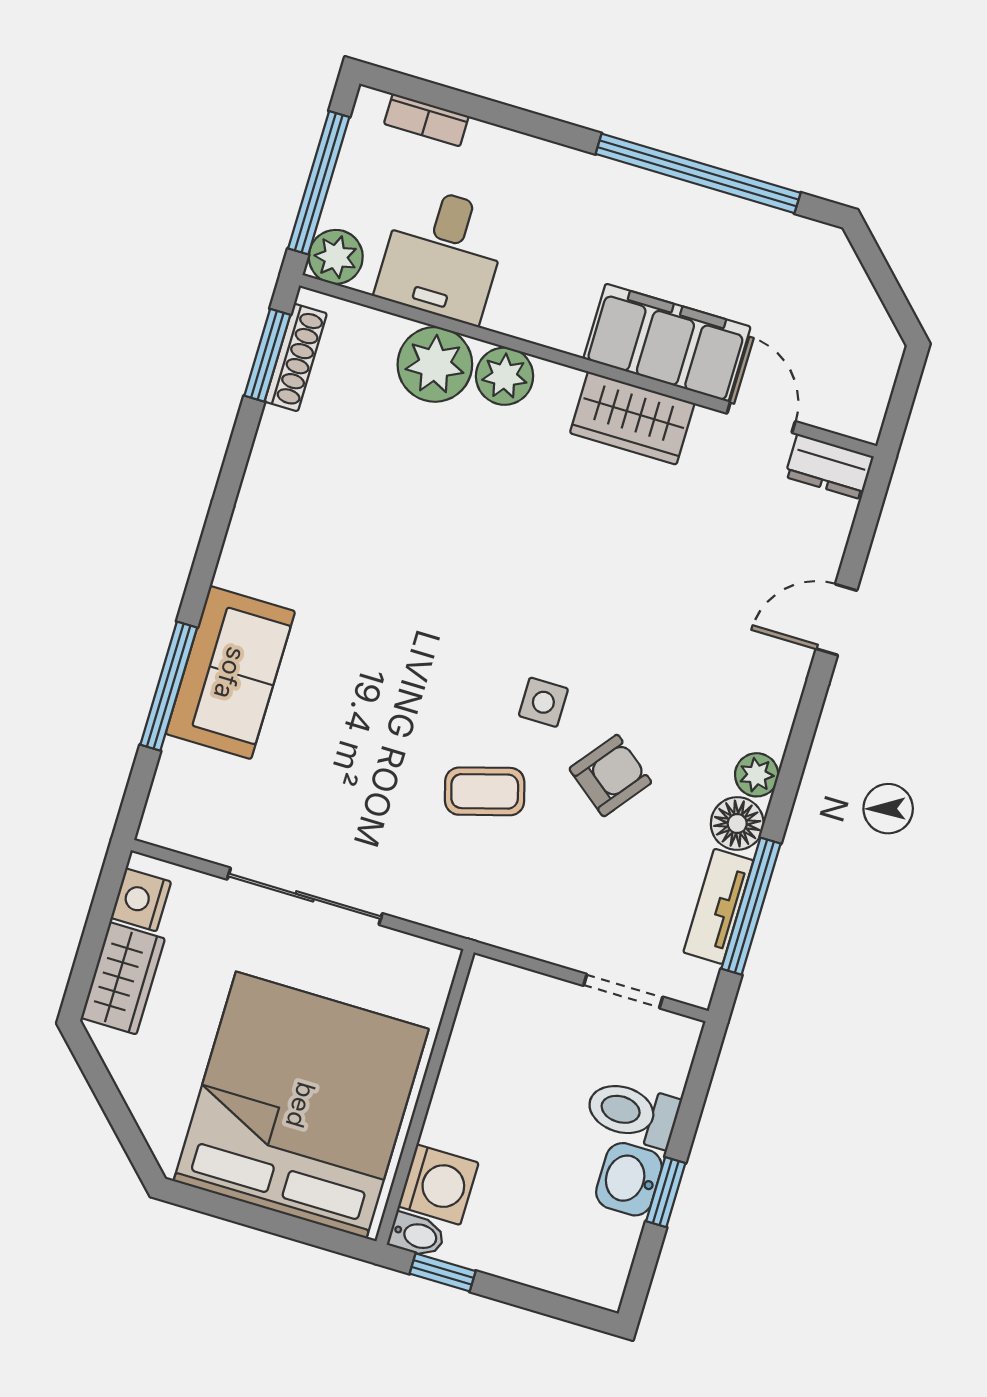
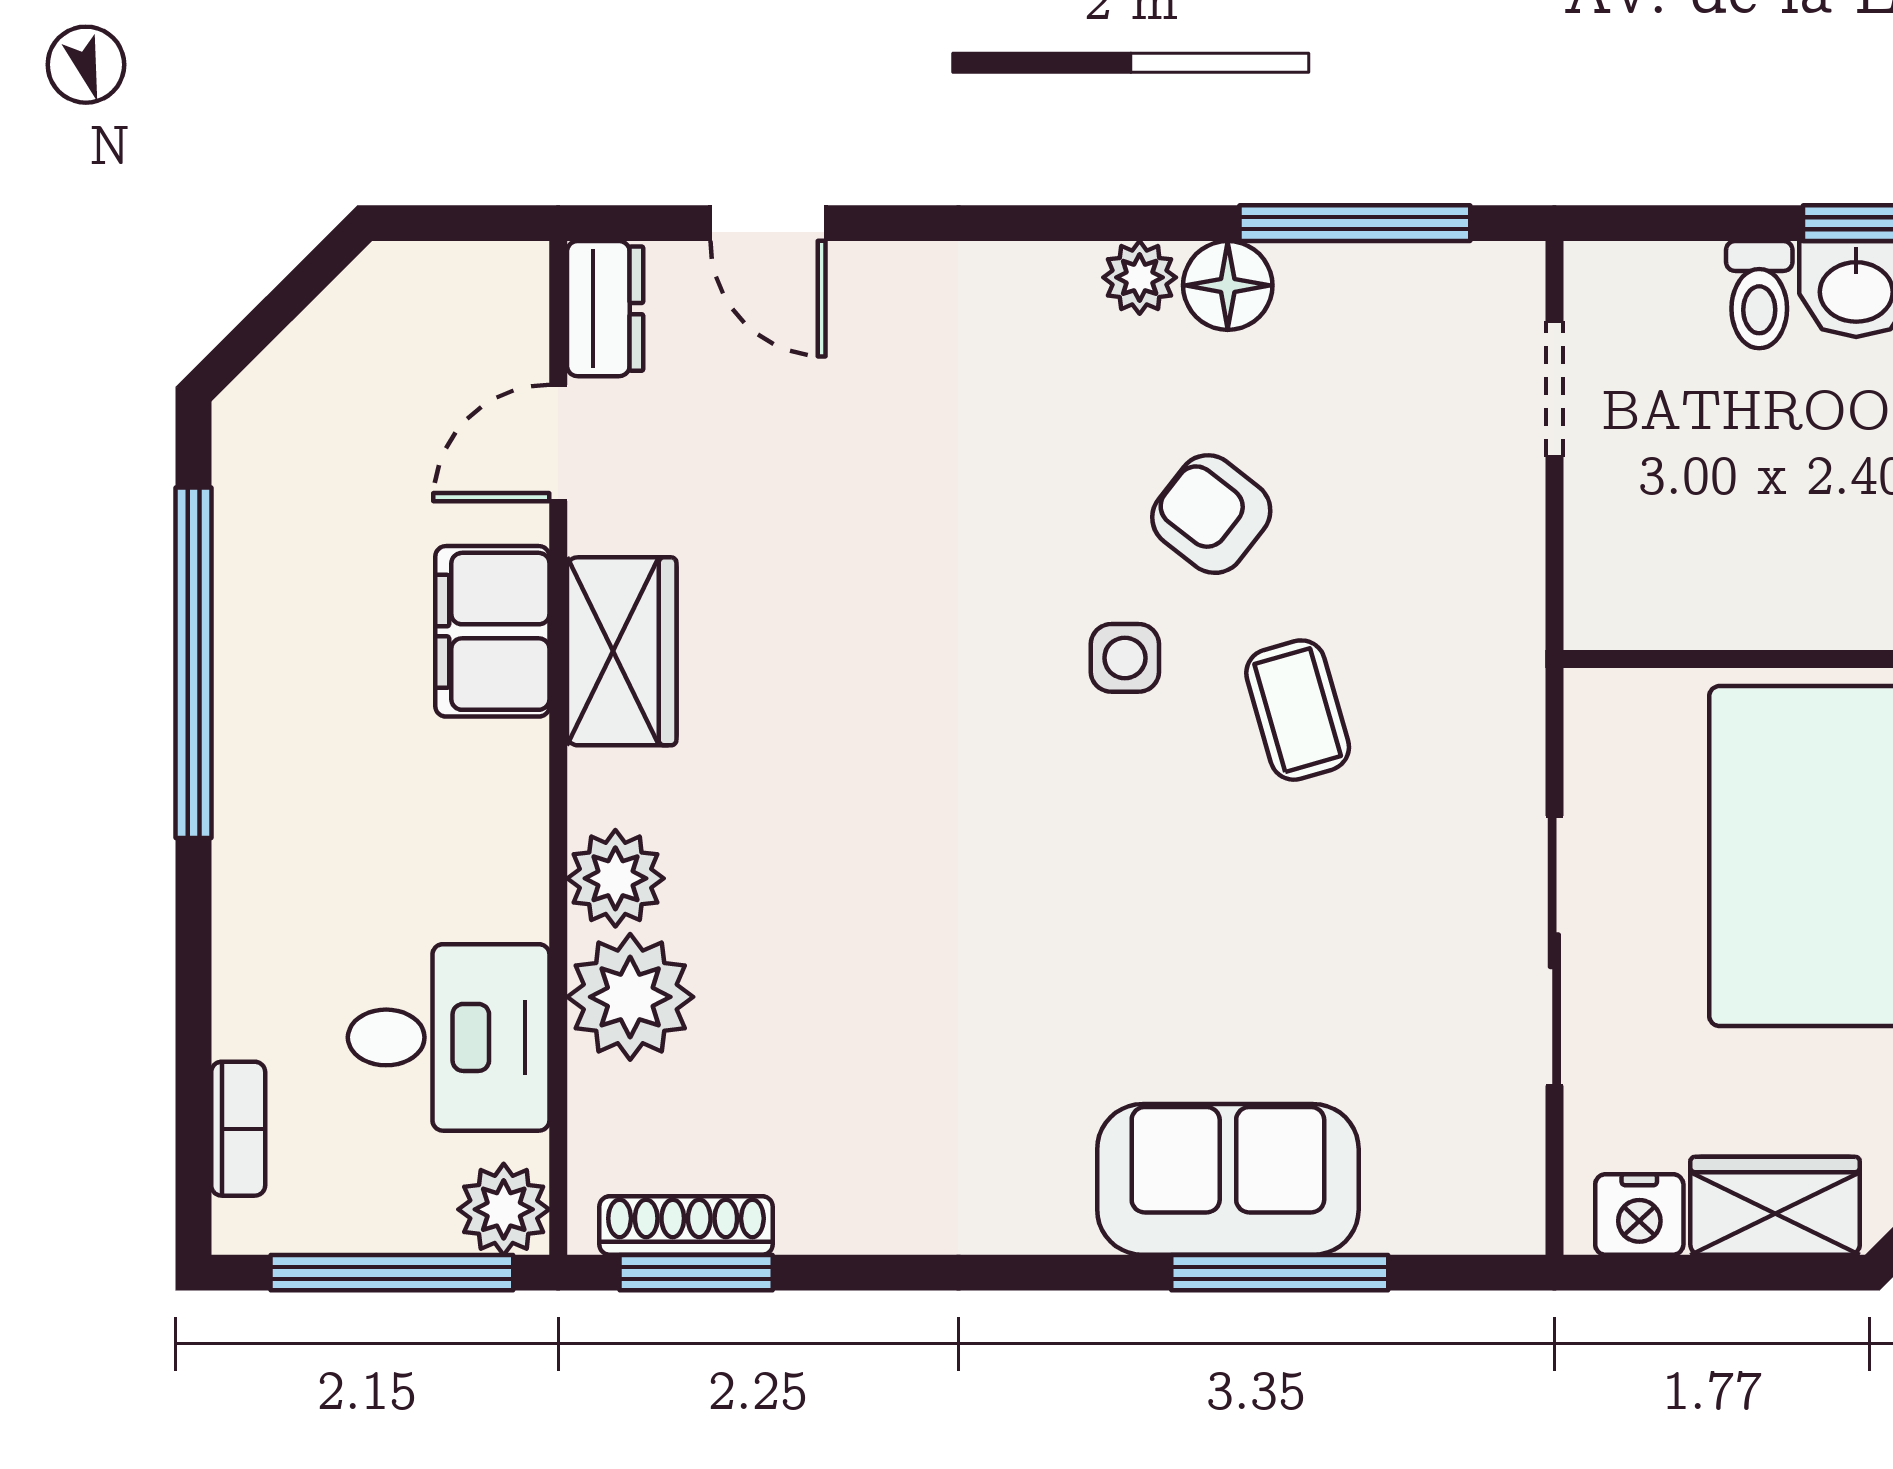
filing cabinet: (667, 343) -> (492, 631), width x0.67, depth x0.86
door: (836, 620) -> (768, 223), moved
tv unit: (718, 906) -> (1371, 276), removed
toilet: (632, 1113) -> (1759, 295), width x0.73, depth x0.72

